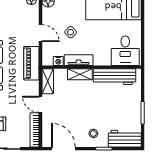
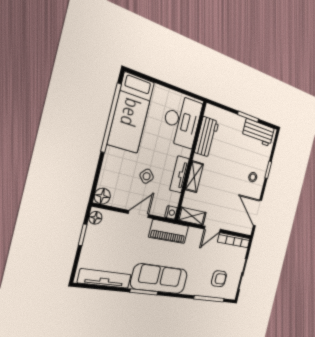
desk: (125, 51) -> (182, 121), width x1.37
nightstand: (58, 61) -> (171, 212), moved
workbench: (114, 77) -> (207, 137), width x0.73
workbench: (125, 139) -> (258, 133), moved, turned -90
door: (63, 149) -> (258, 213), hinge flipped

